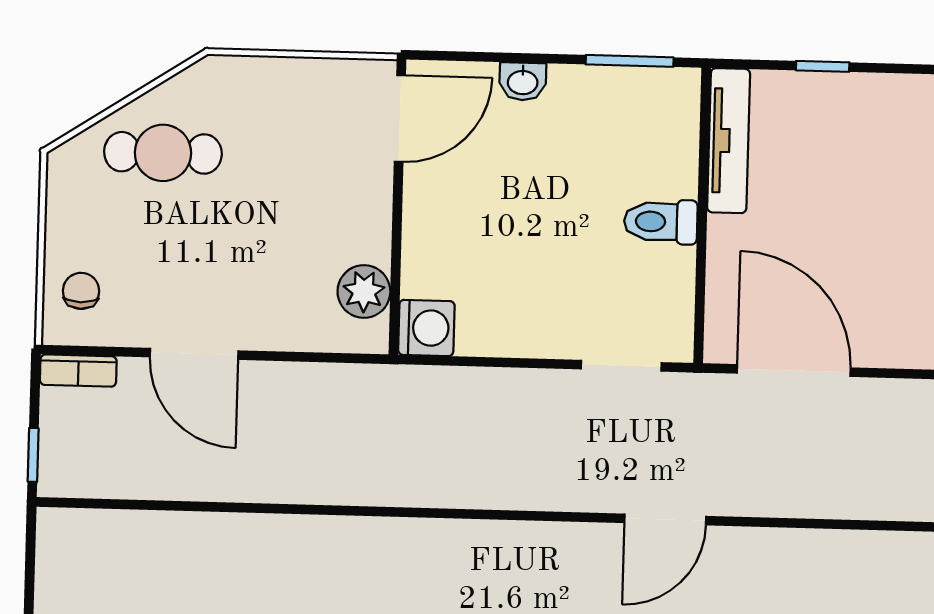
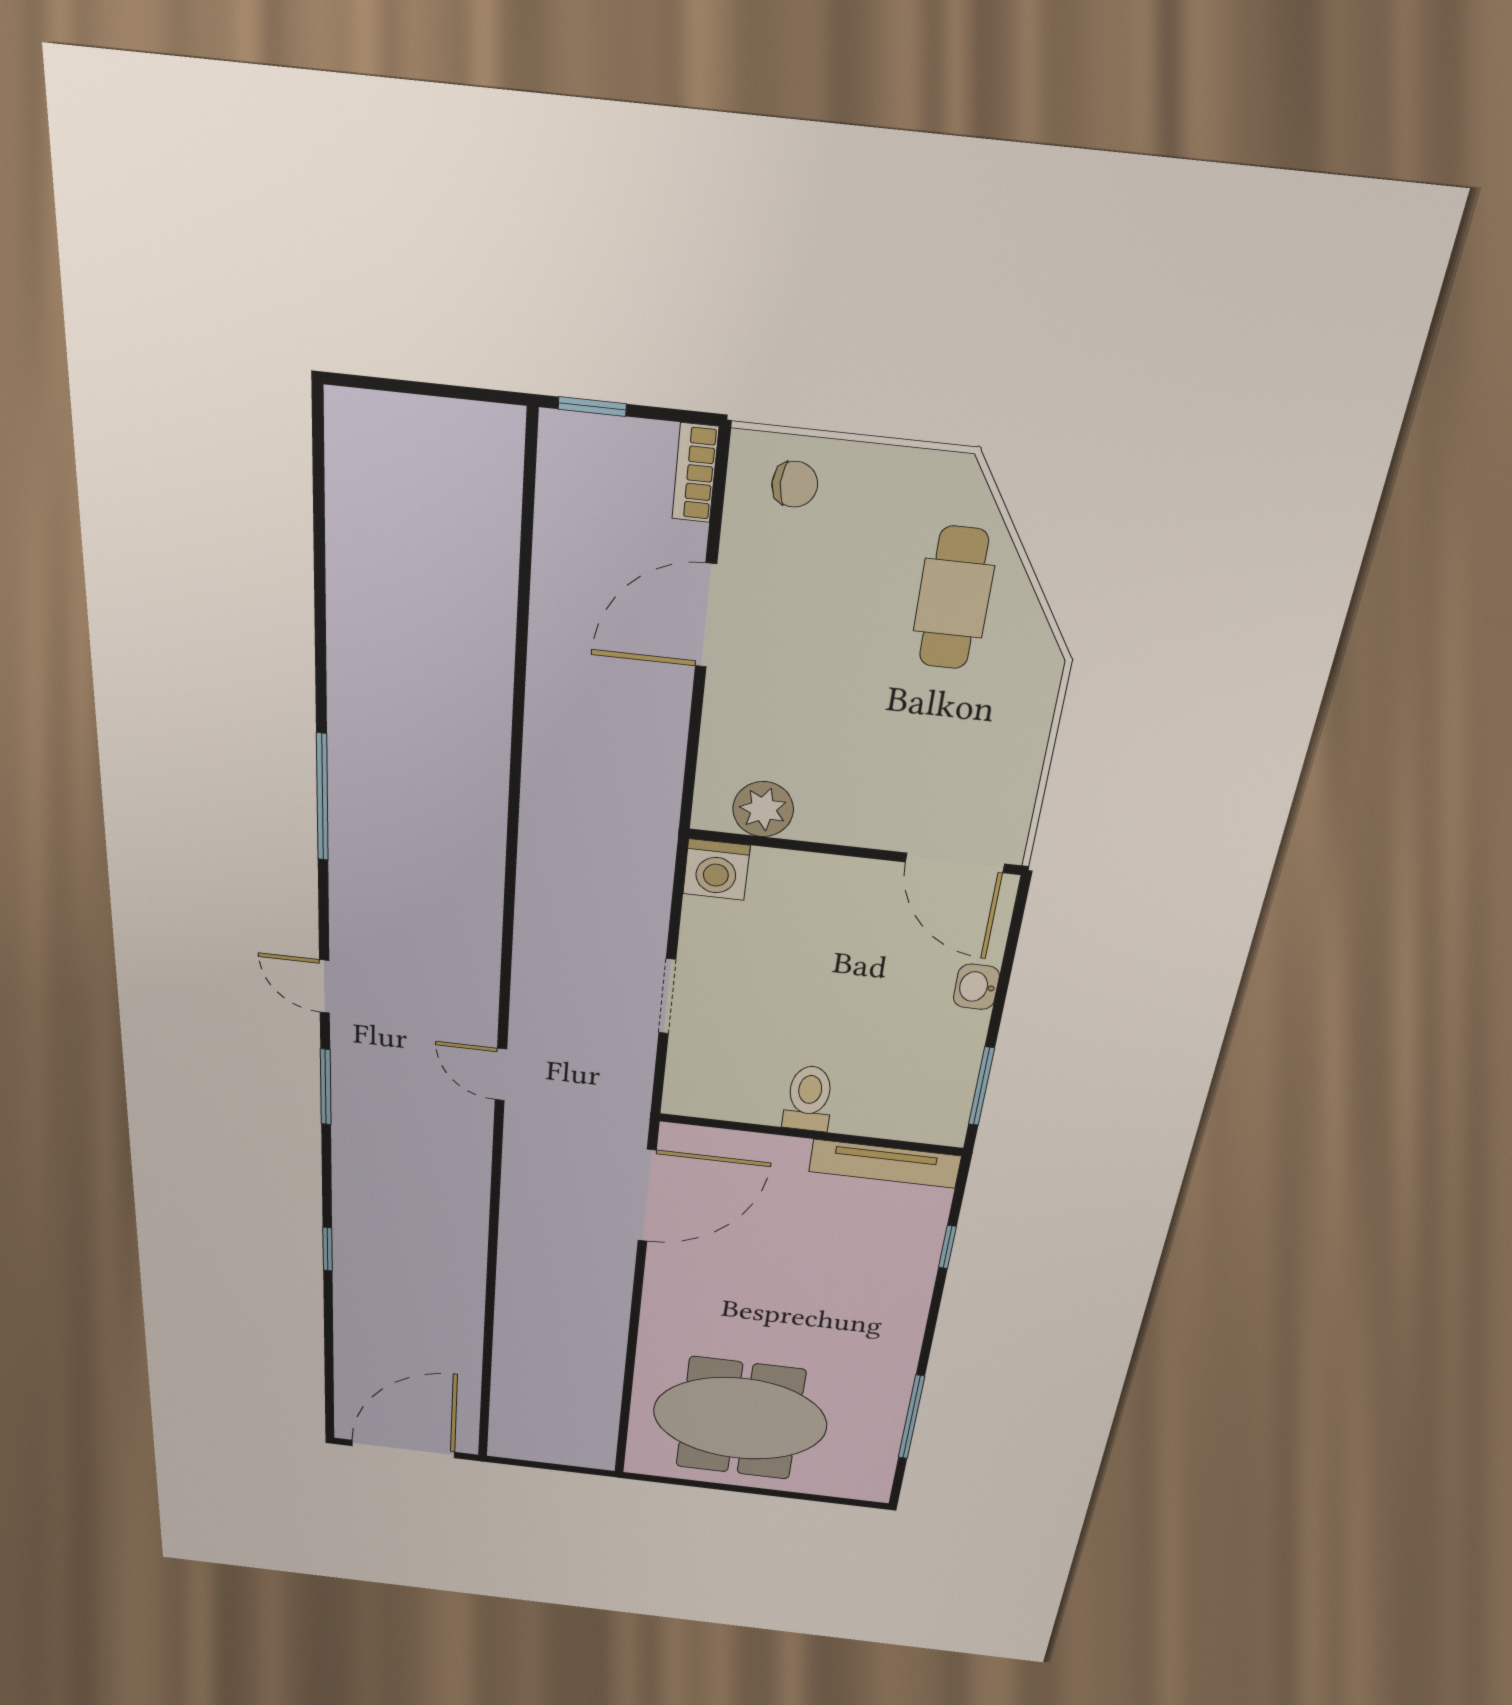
doorway: (621, 366) -> (667, 996), moved
door: (665, 519) -> (501, 1075), width x0.73

